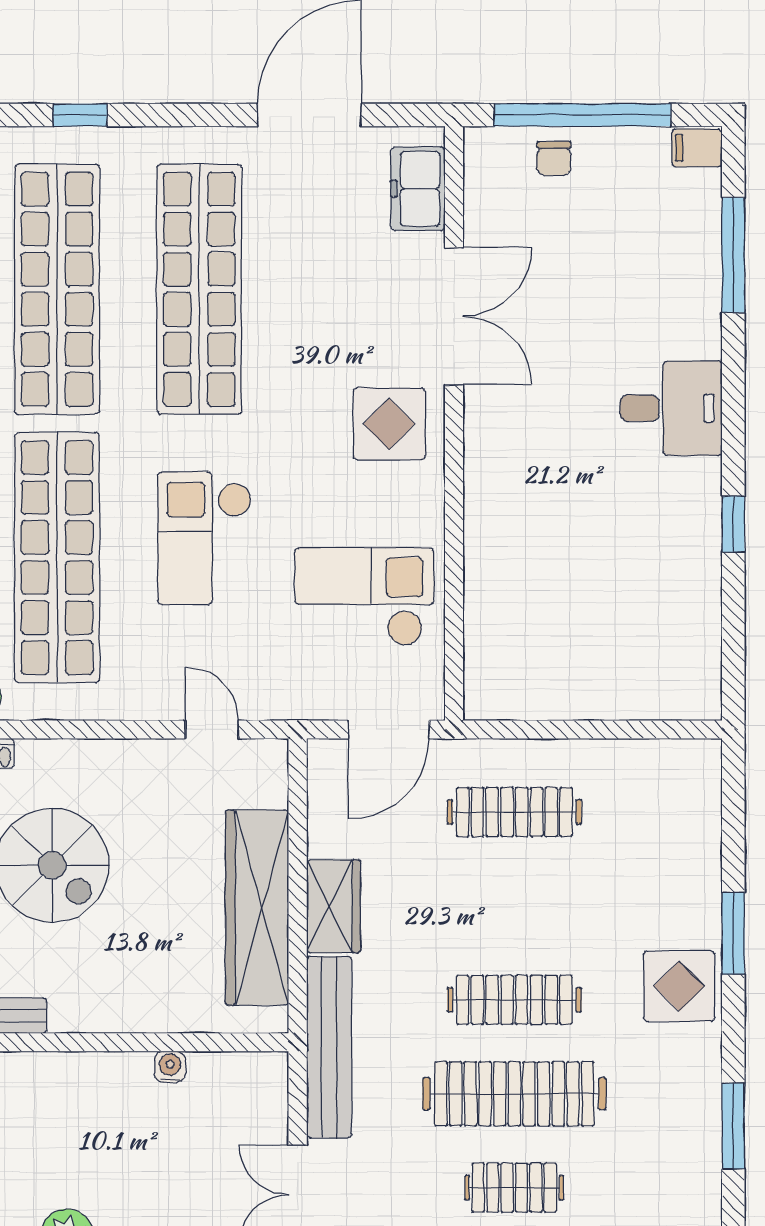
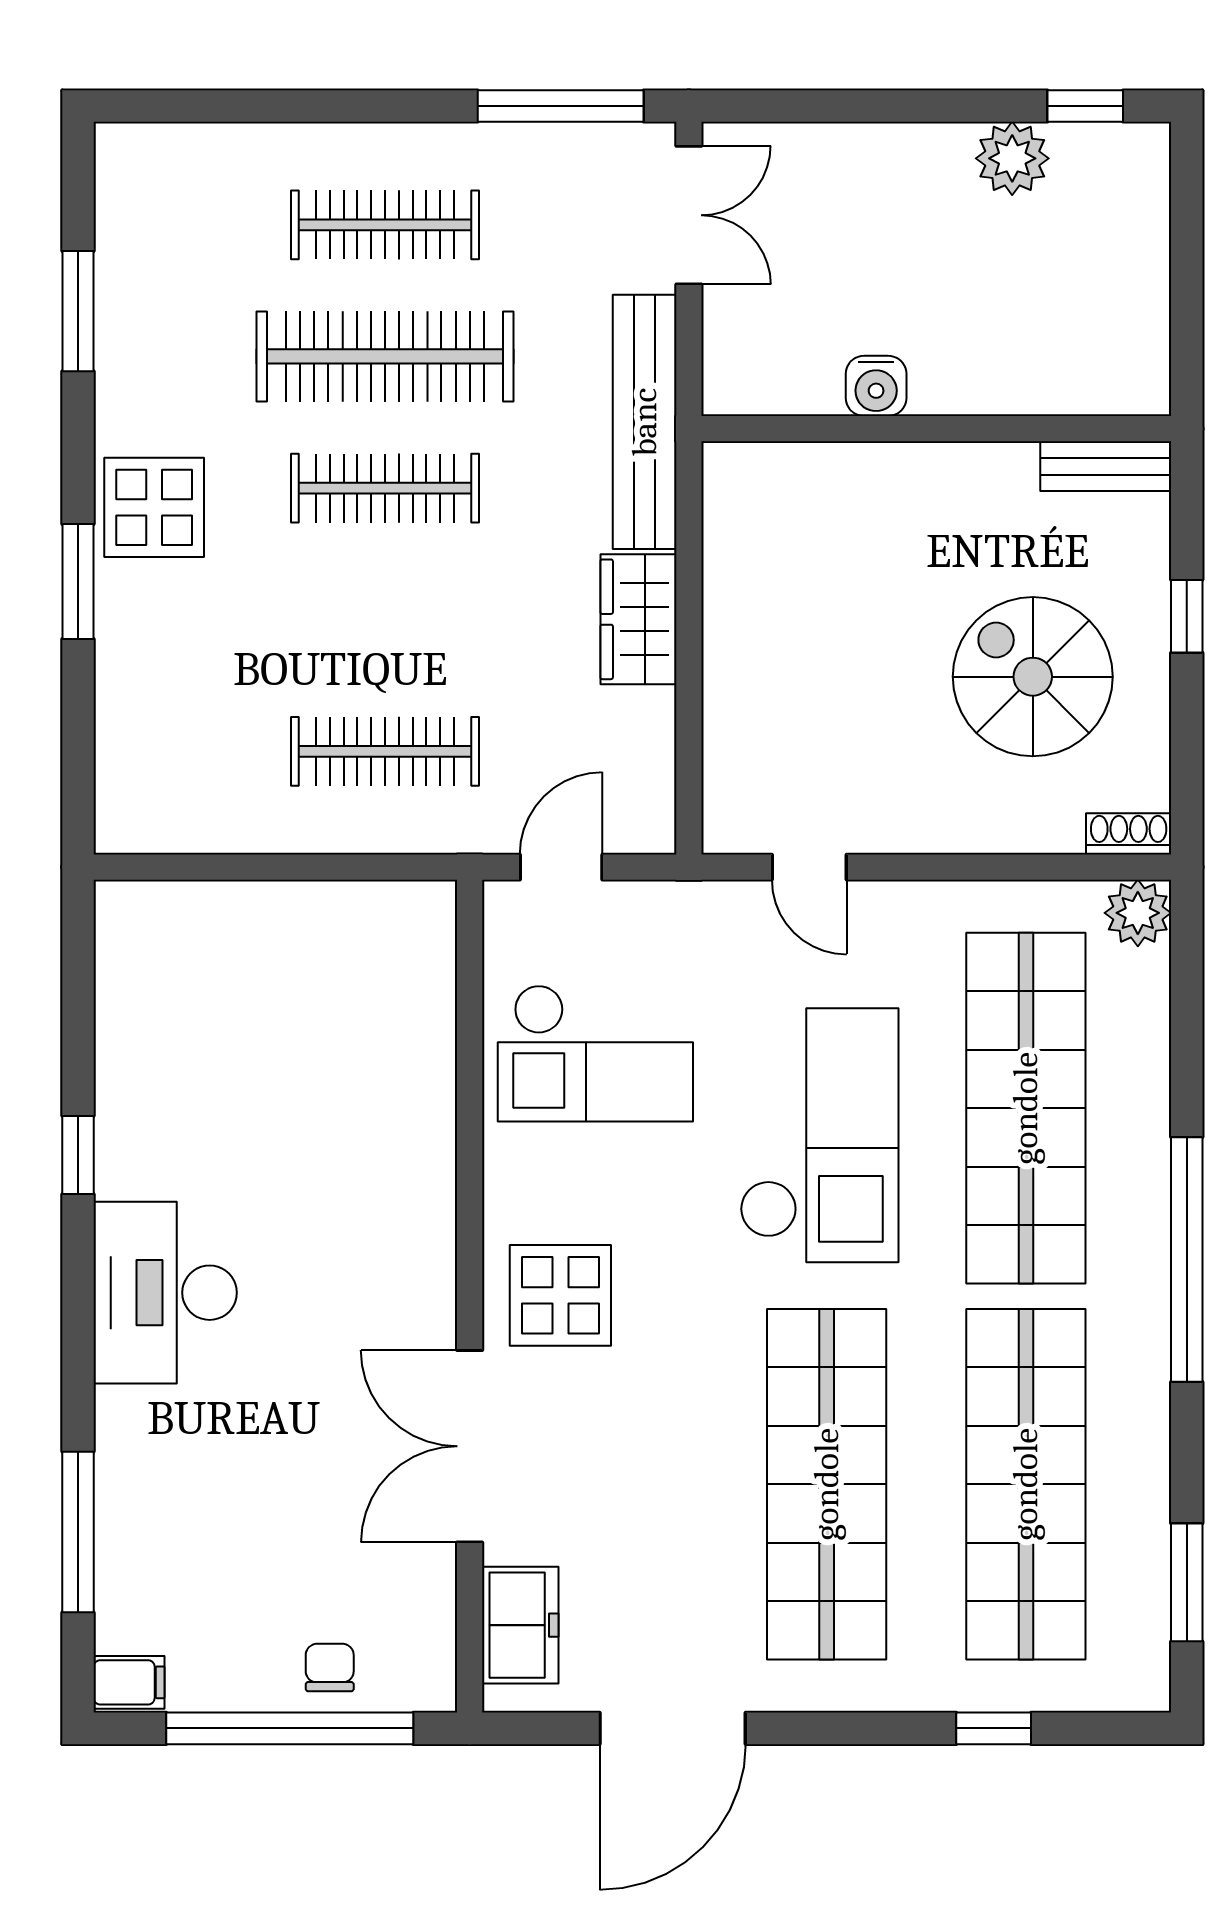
desk: (671, 408) -> (165, 1293), width x1.37
checkout: (205, 538) -> (819, 1135), width x1.36, depth x1.21
door: (389, 729) -> (561, 867), width x0.73
wardrobe: (257, 908) -> (746, 617), removed
water cooler: (170, 1067) -> (876, 386), width x1.38, depth x1.38
clothes rail: (514, 1188) -> (385, 225), width x1.36

